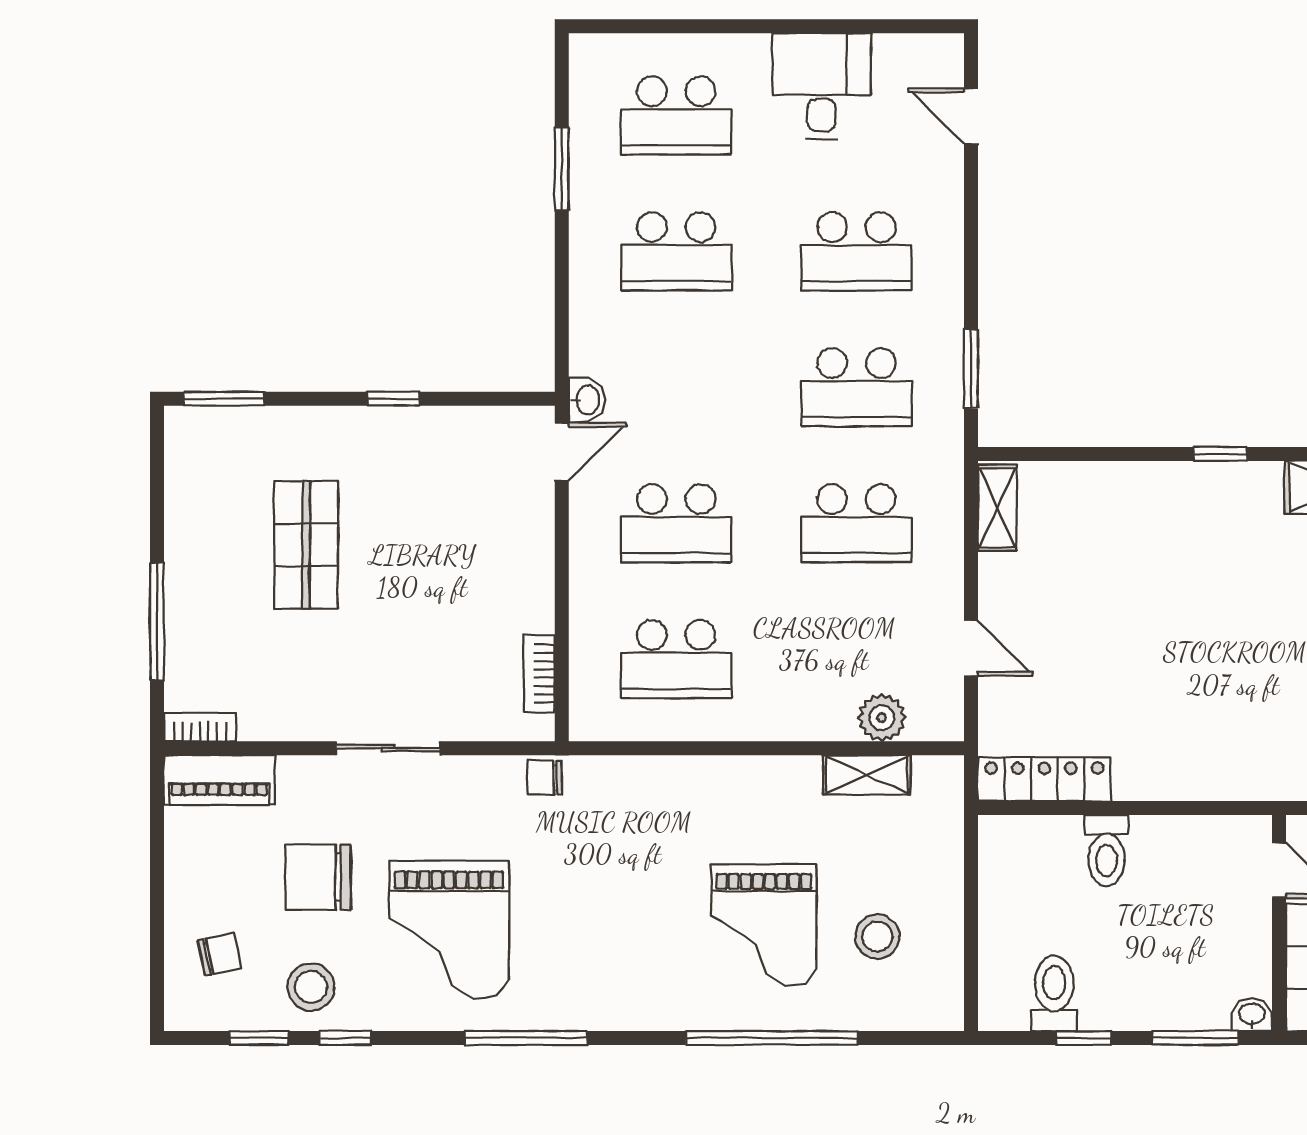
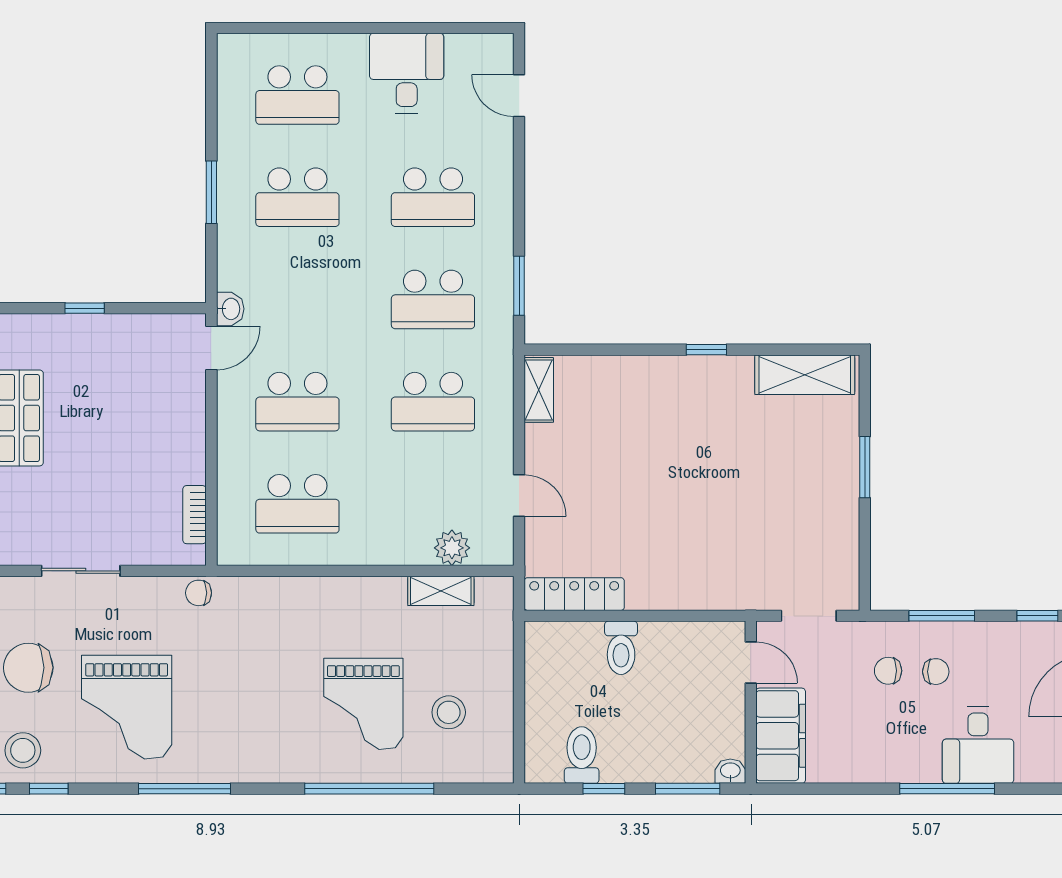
window: (562, 169) -> (211, 192), moved

